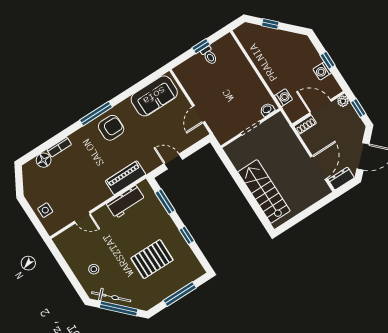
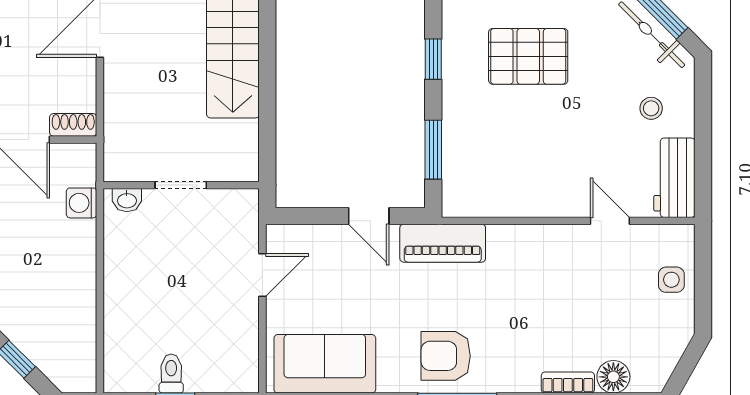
piano: (126, 178) -> (443, 243), moved
workbench: (126, 202) -> (674, 178), moved, turned -90

